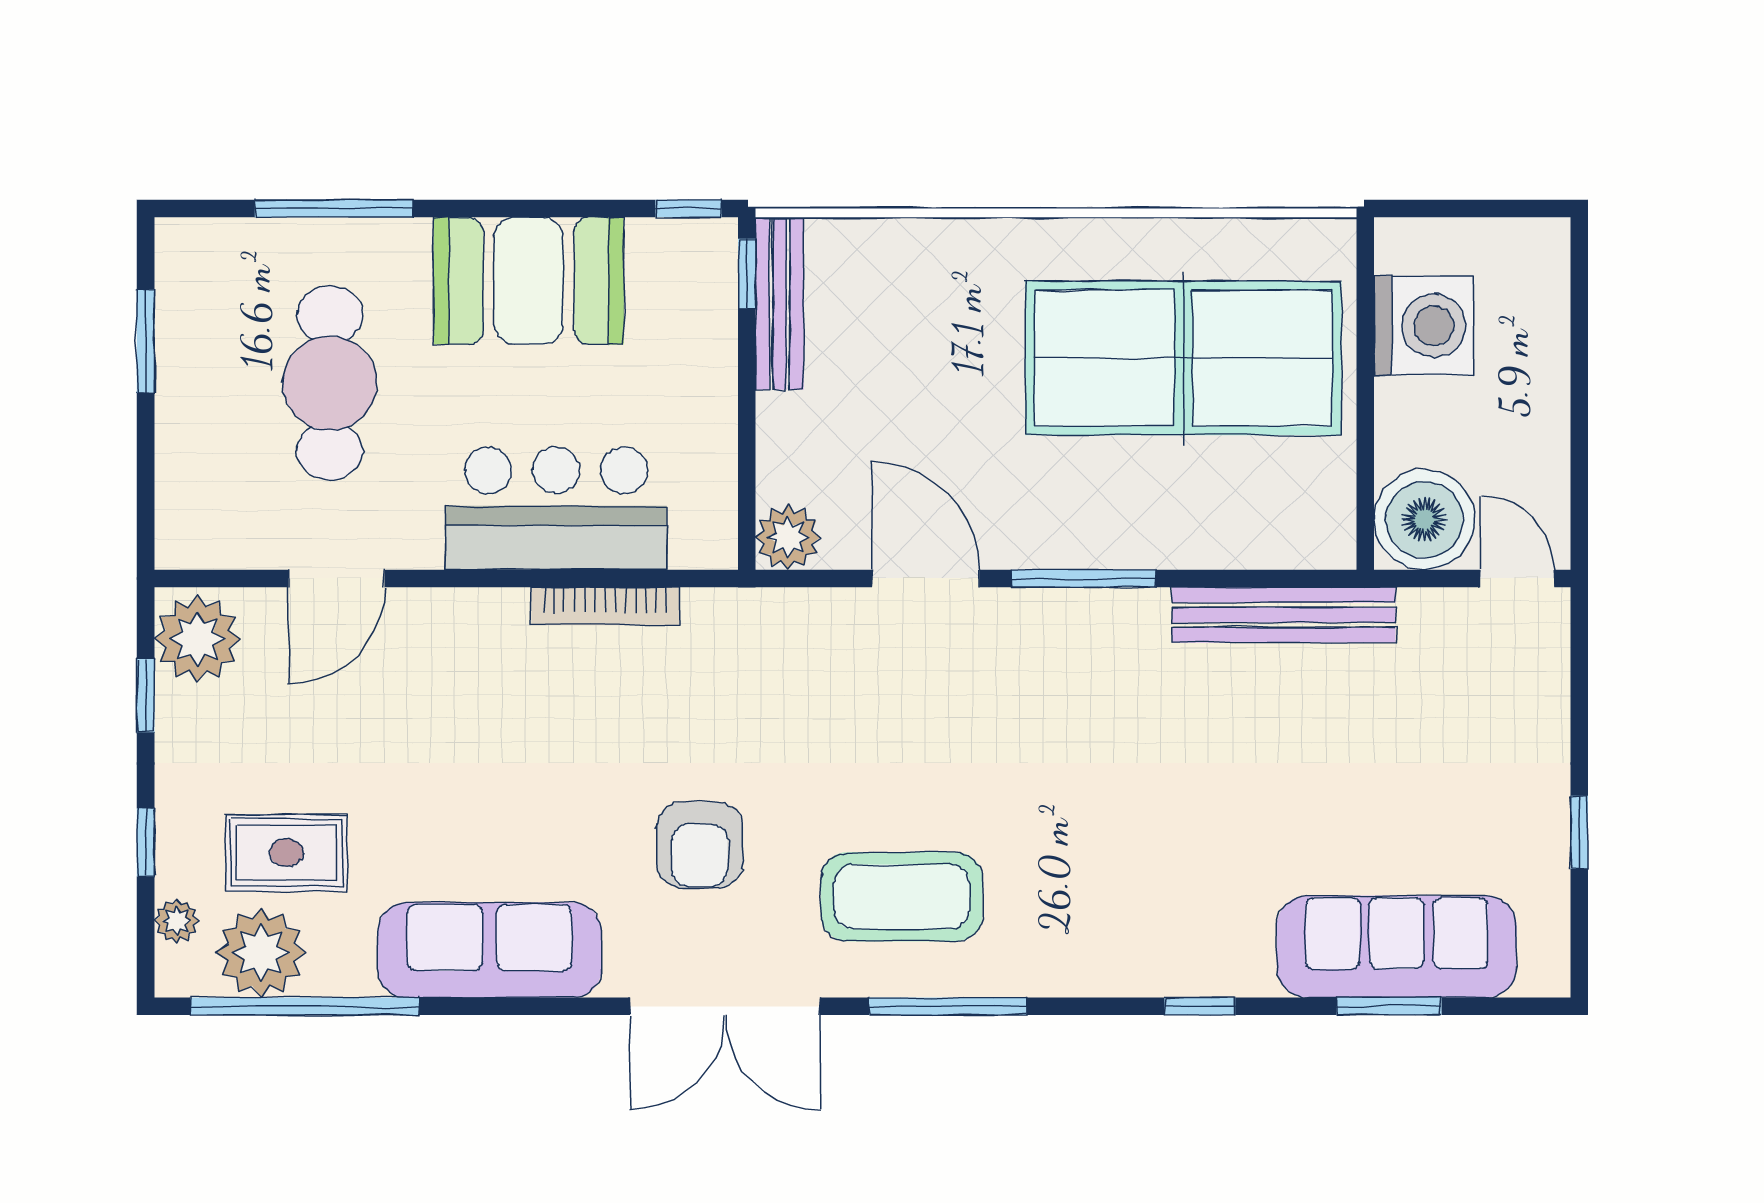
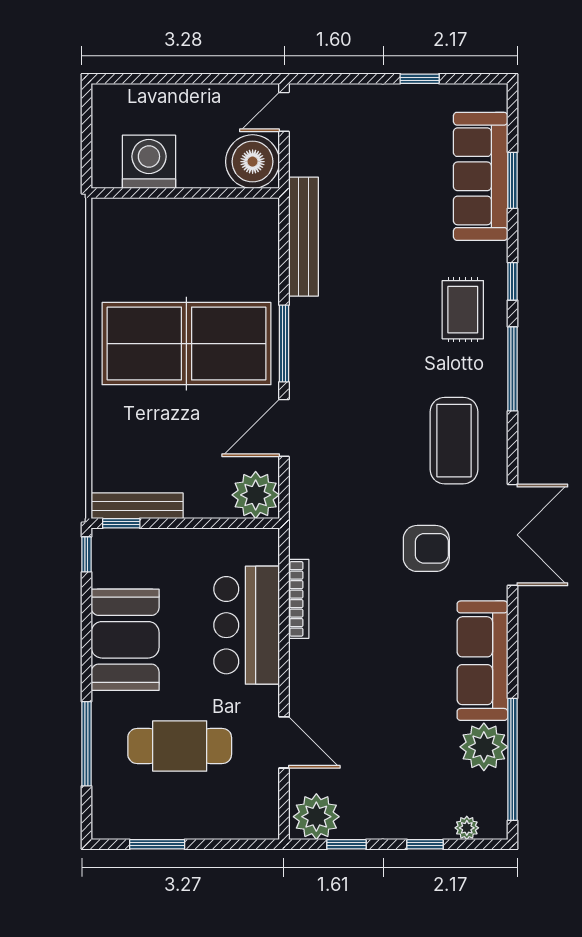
table tennis table: (1183, 358) -> (186, 344), moved, turned 90
plant: (788, 537) -> (256, 495), width x1.36, depth x1.36
rug: (287, 853) -> (463, 310), moved
plant: (261, 953) -> (484, 747), moved
window: (948, 1006) -> (512, 369), moved

